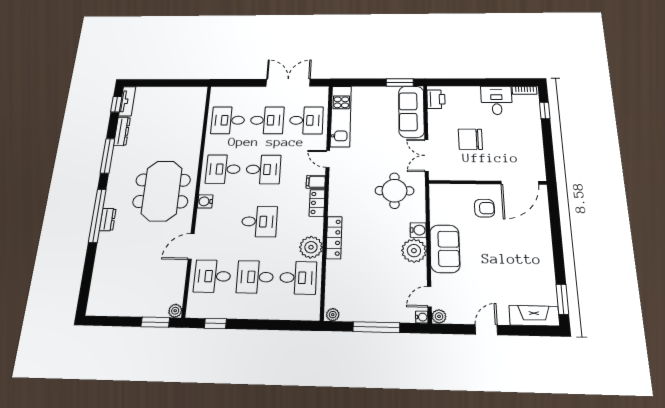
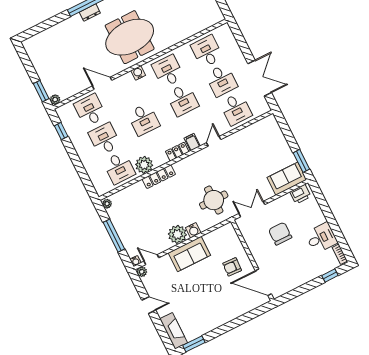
sofa: (411, 112) -> (287, 179), width x0.73
kitchen unit: (341, 116) -> (252, 132), removed
armchair: (484, 208) -> (232, 267), turned 93

